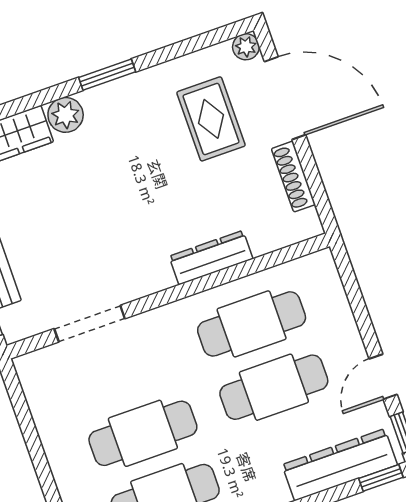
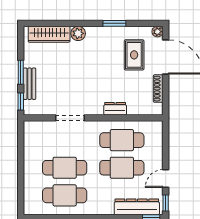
window: (107, 75) -> (114, 23), moved
dresser: (211, 258) -> (115, 109), width x0.70
doorway: (90, 324) -> (70, 118), moved

